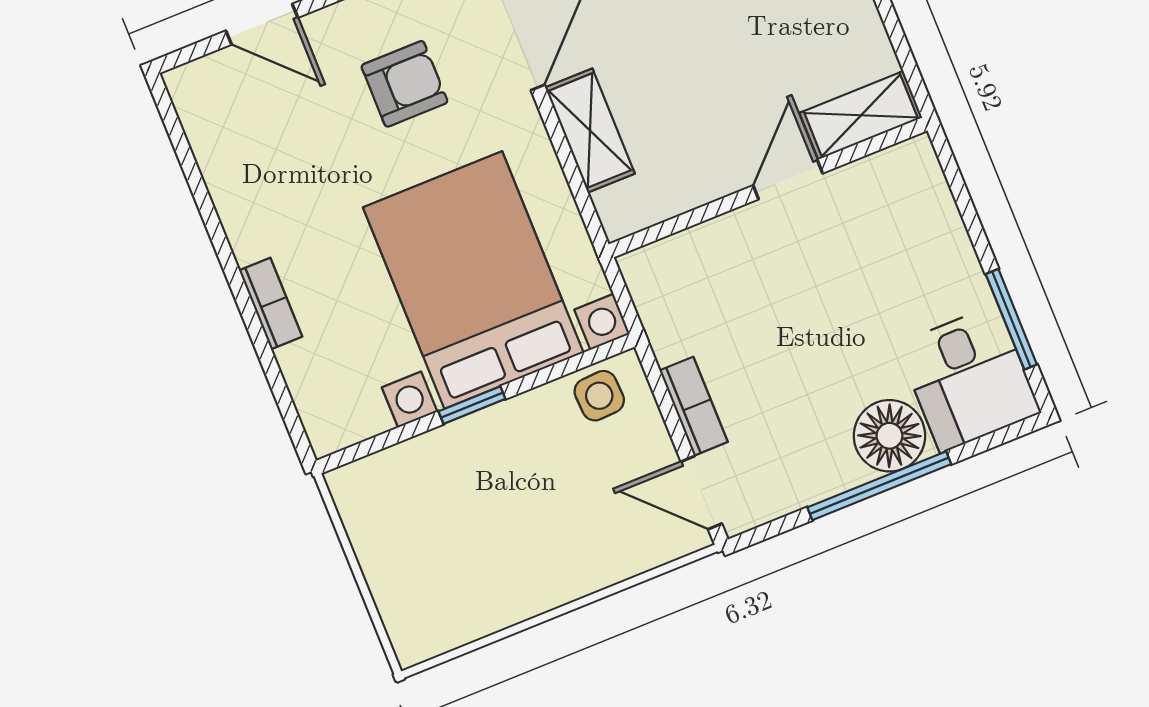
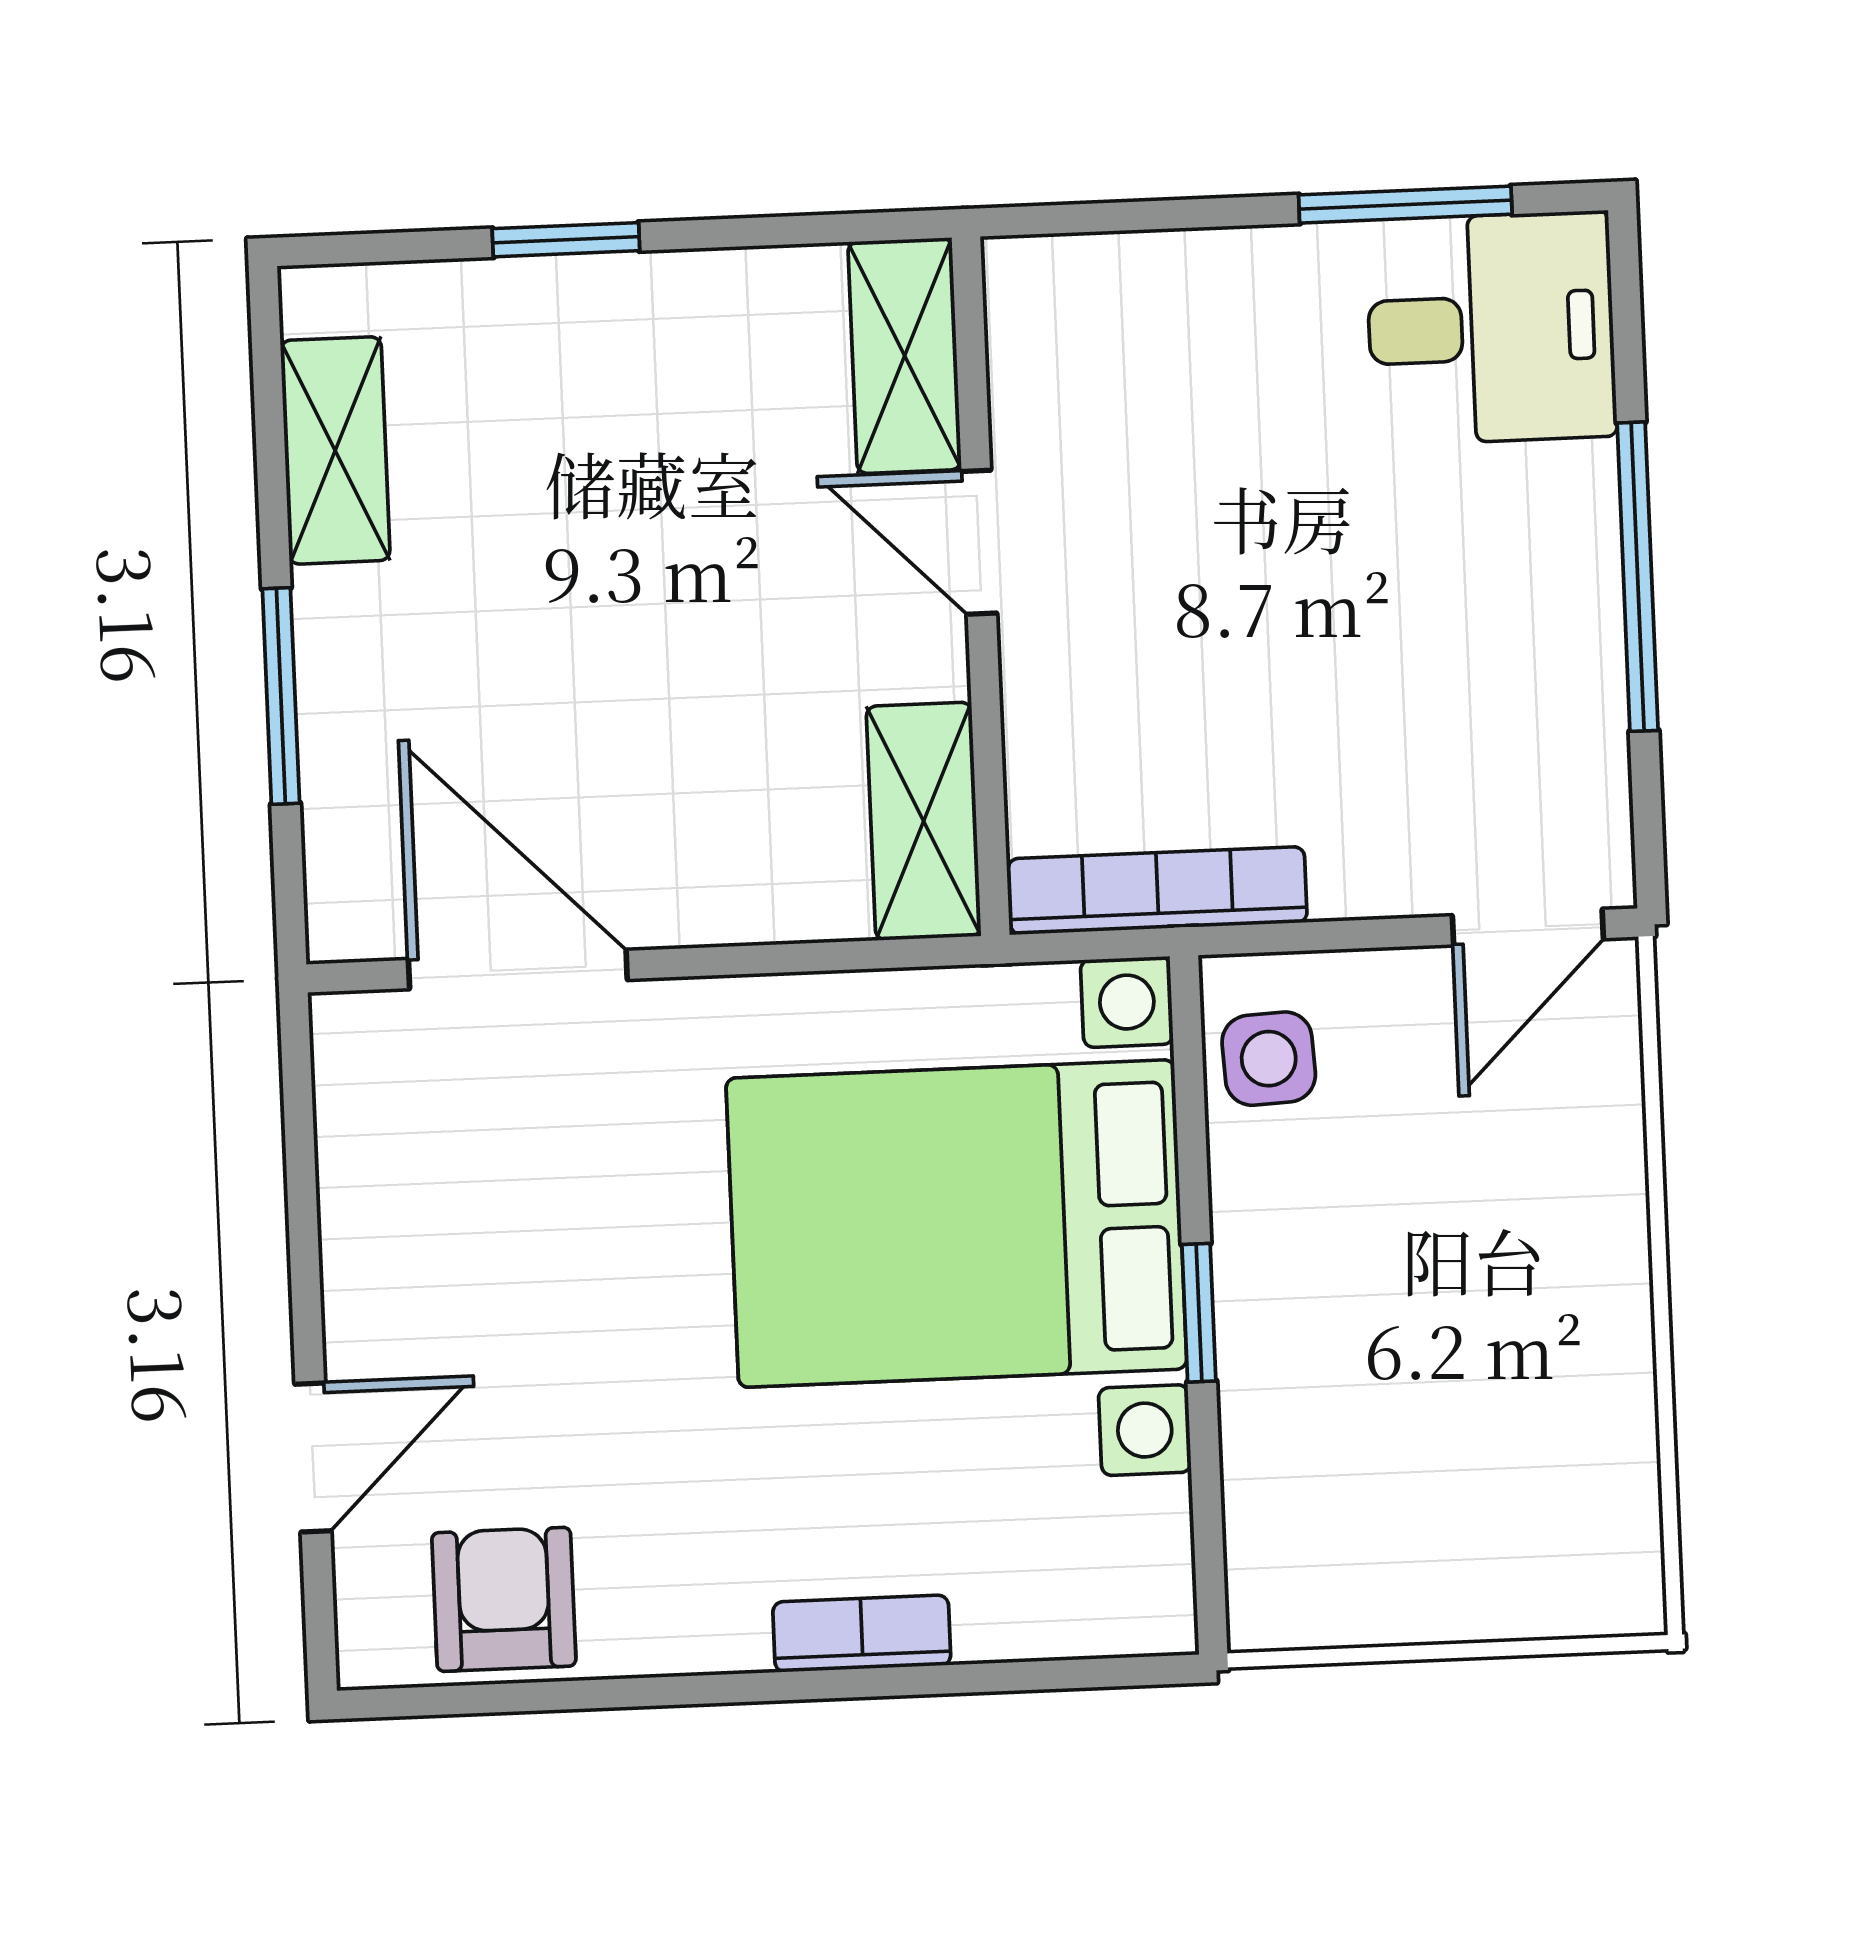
armchair: (404, 84) -> (504, 1599), moved
shelving: (590, 130) -> (924, 821), moved, turned 90
bookcase: (694, 406) -> (1158, 891), moved, width x1.56
floor lamp: (889, 436) -> (1547, 522), removed

